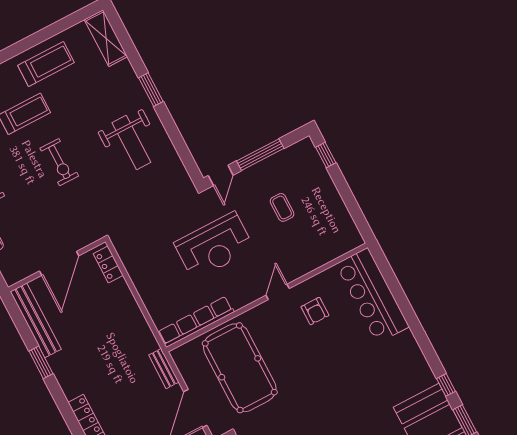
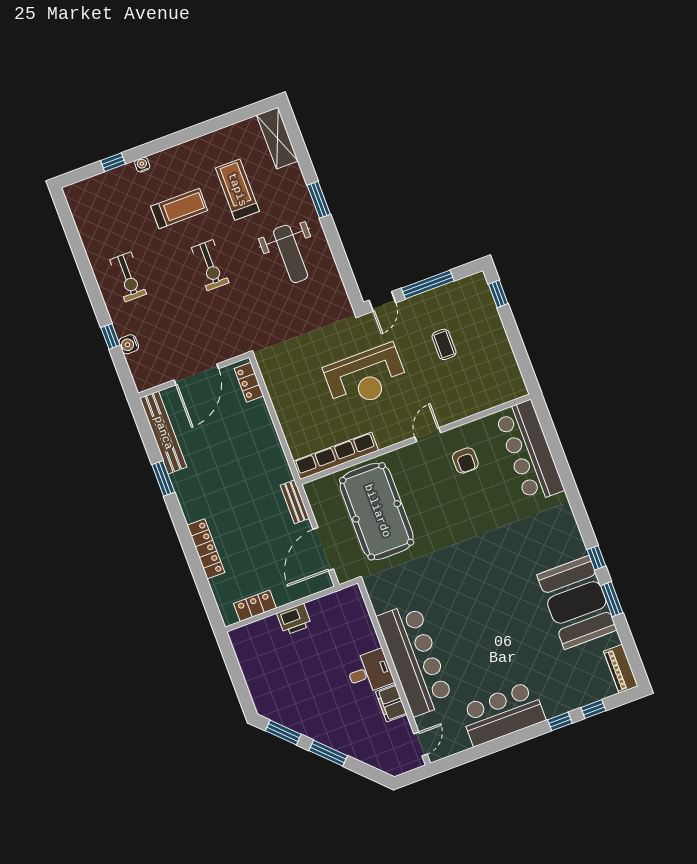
treadmill: (46, 64) -> (237, 190), moved, turned -90

